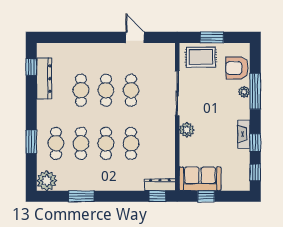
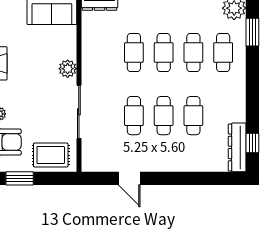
window: (212, 37) -> (20, 178), moved
dresser: (44, 79) -> (237, 147), moved
window: (31, 142) -> (252, 32), moved

